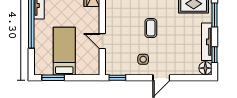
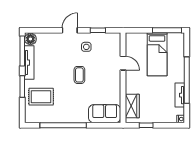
window: (214, 55) -> (22, 51), width x2.17
window: (53, 78) -> (167, 30), width x1.44
window: (117, 78) -> (98, 30), moved

